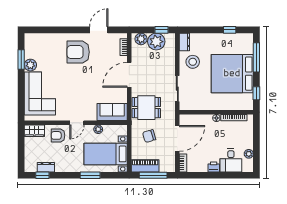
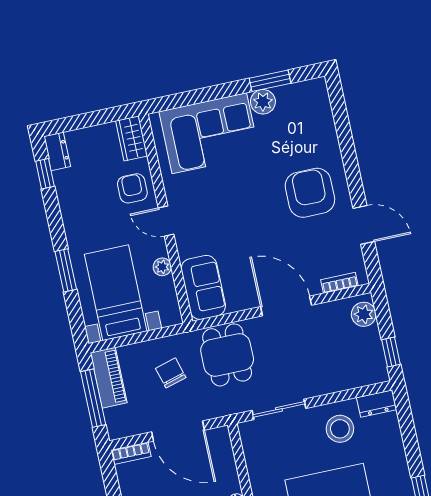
plant: (156, 42) -> (365, 346), removed
dresser: (46, 167) -> (57, 151), moved

